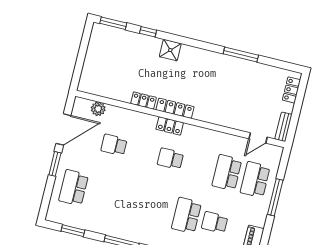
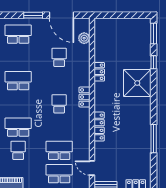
shower: (170, 50) -> (137, 83), width x1.86, depth x1.86
locker: (175, 108) -> (99, 127), moved
school desk: (130, 202) -> (18, 81), added

